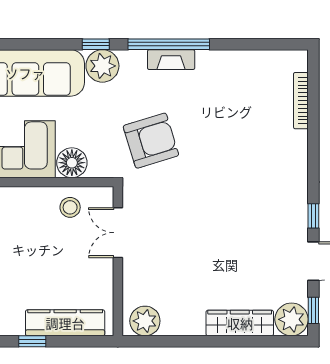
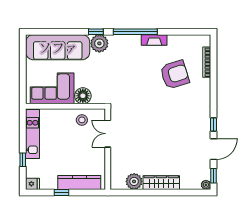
fireplace: (171, 60) -> (154, 40), moved
armchair: (151, 141) -> (175, 74), moved
plant: (292, 319) -> (206, 185), width x0.53, depth x0.53
plant: (145, 321) -> (134, 181), moved
wardrobe: (240, 323) -> (161, 183), moved

